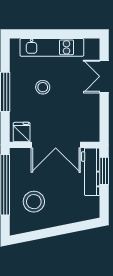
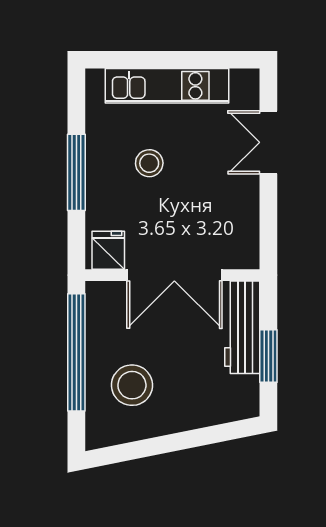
window: (104, 171) -> (268, 356), moved

